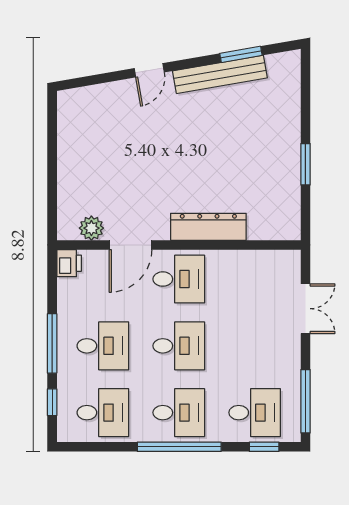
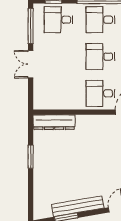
dresser: (208, 227) -> (54, 122), moved
double door: (305, 309) -> (31, 64), moved

